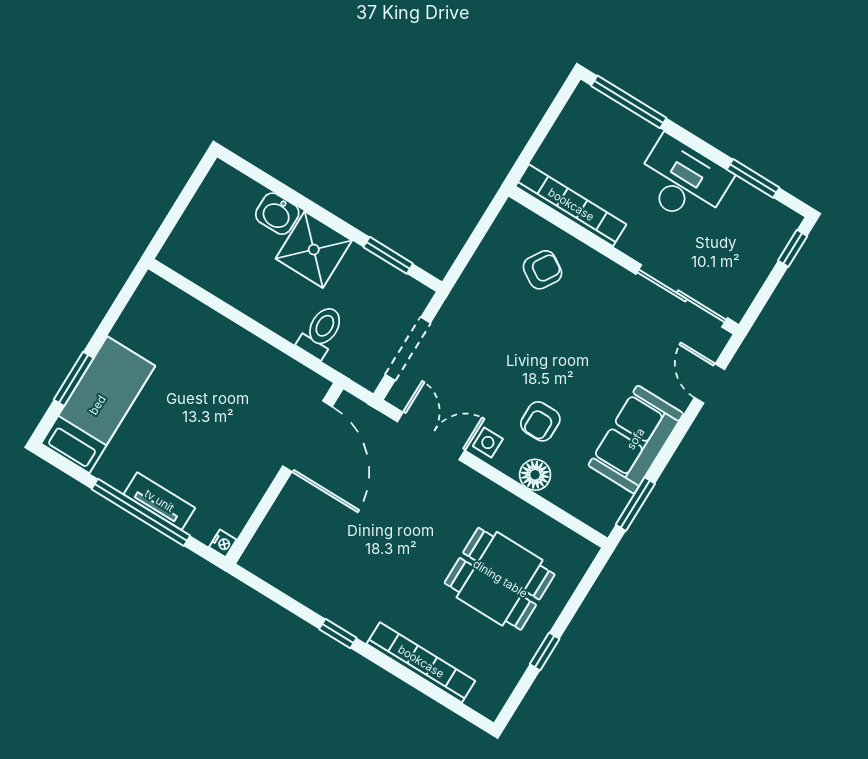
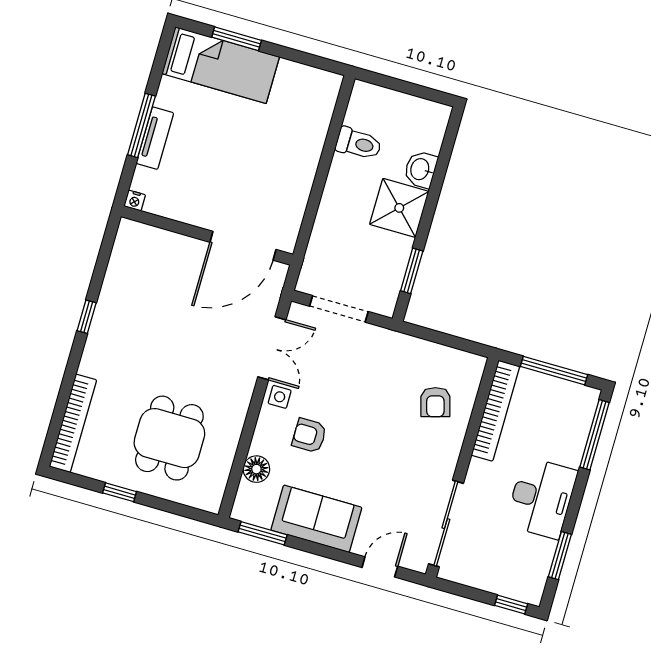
window: (544, 127) -> (554, 371), added
armchair: (542, 270) -> (435, 402), turned 42
toilet: (321, 332) -> (359, 144), moved
floor lamp: (535, 475) -> (256, 469), moved
window: (141, 512) -> (141, 125), width x0.68
bookcase: (421, 662) -> (73, 423), moved

